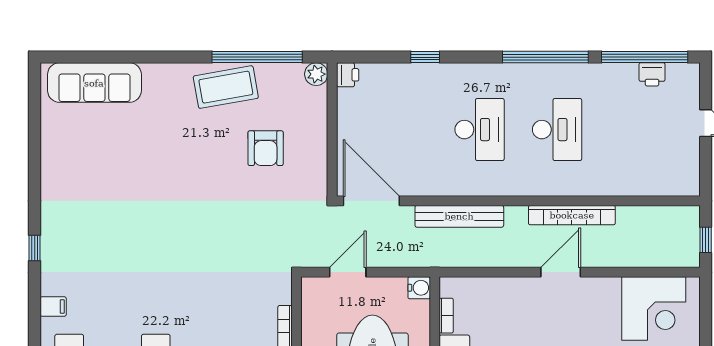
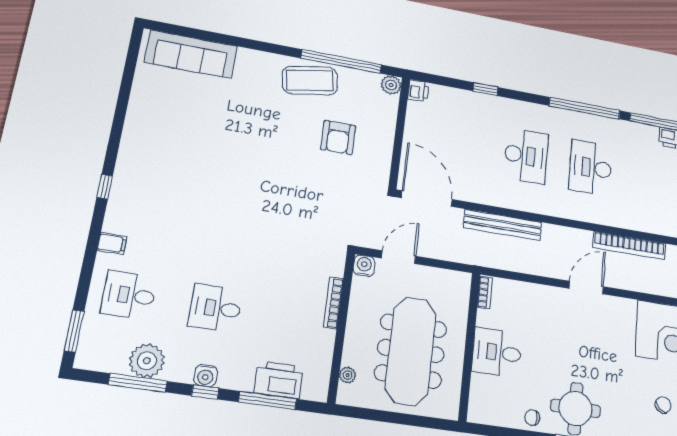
desk: (557, 130) -> (591, 167), turned 180
bookcase: (572, 215) -> (629, 246), moved
water cooler: (419, 288) -> (364, 266), moved, turned -90
bookcase: (446, 316) -> (485, 292), moved

